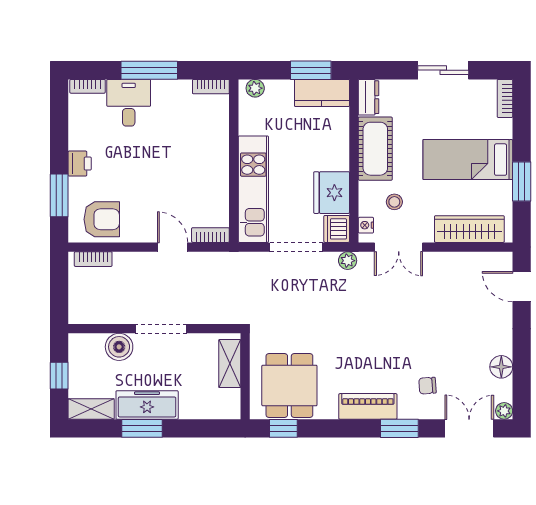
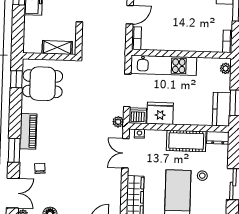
stool: (394, 202) -> (202, 176), moved

